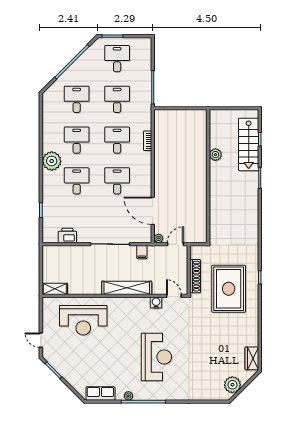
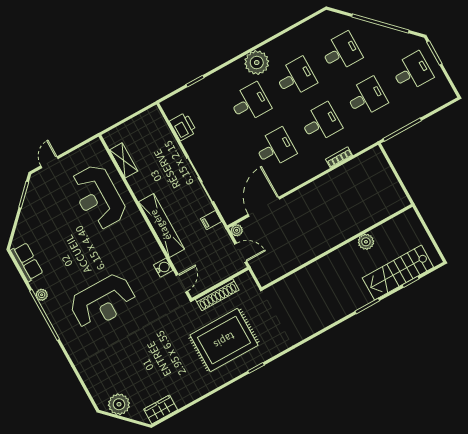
shelving: (55, 289) -> (124, 160), moved

